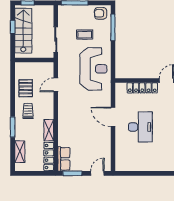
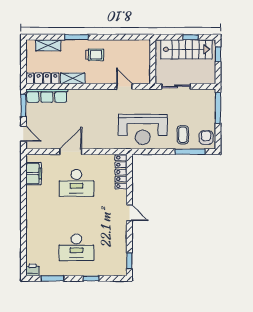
coffee table: (85, 35) -> (183, 135), moved
pallet: (26, 88) -> (121, 52), removed
locker: (142, 88) -> (121, 172), moved
door: (113, 117) -> (71, 152), moved
row of seats: (64, 159) -> (47, 96), width x1.48
filing cabinet: (132, 165) -> (33, 173), added

